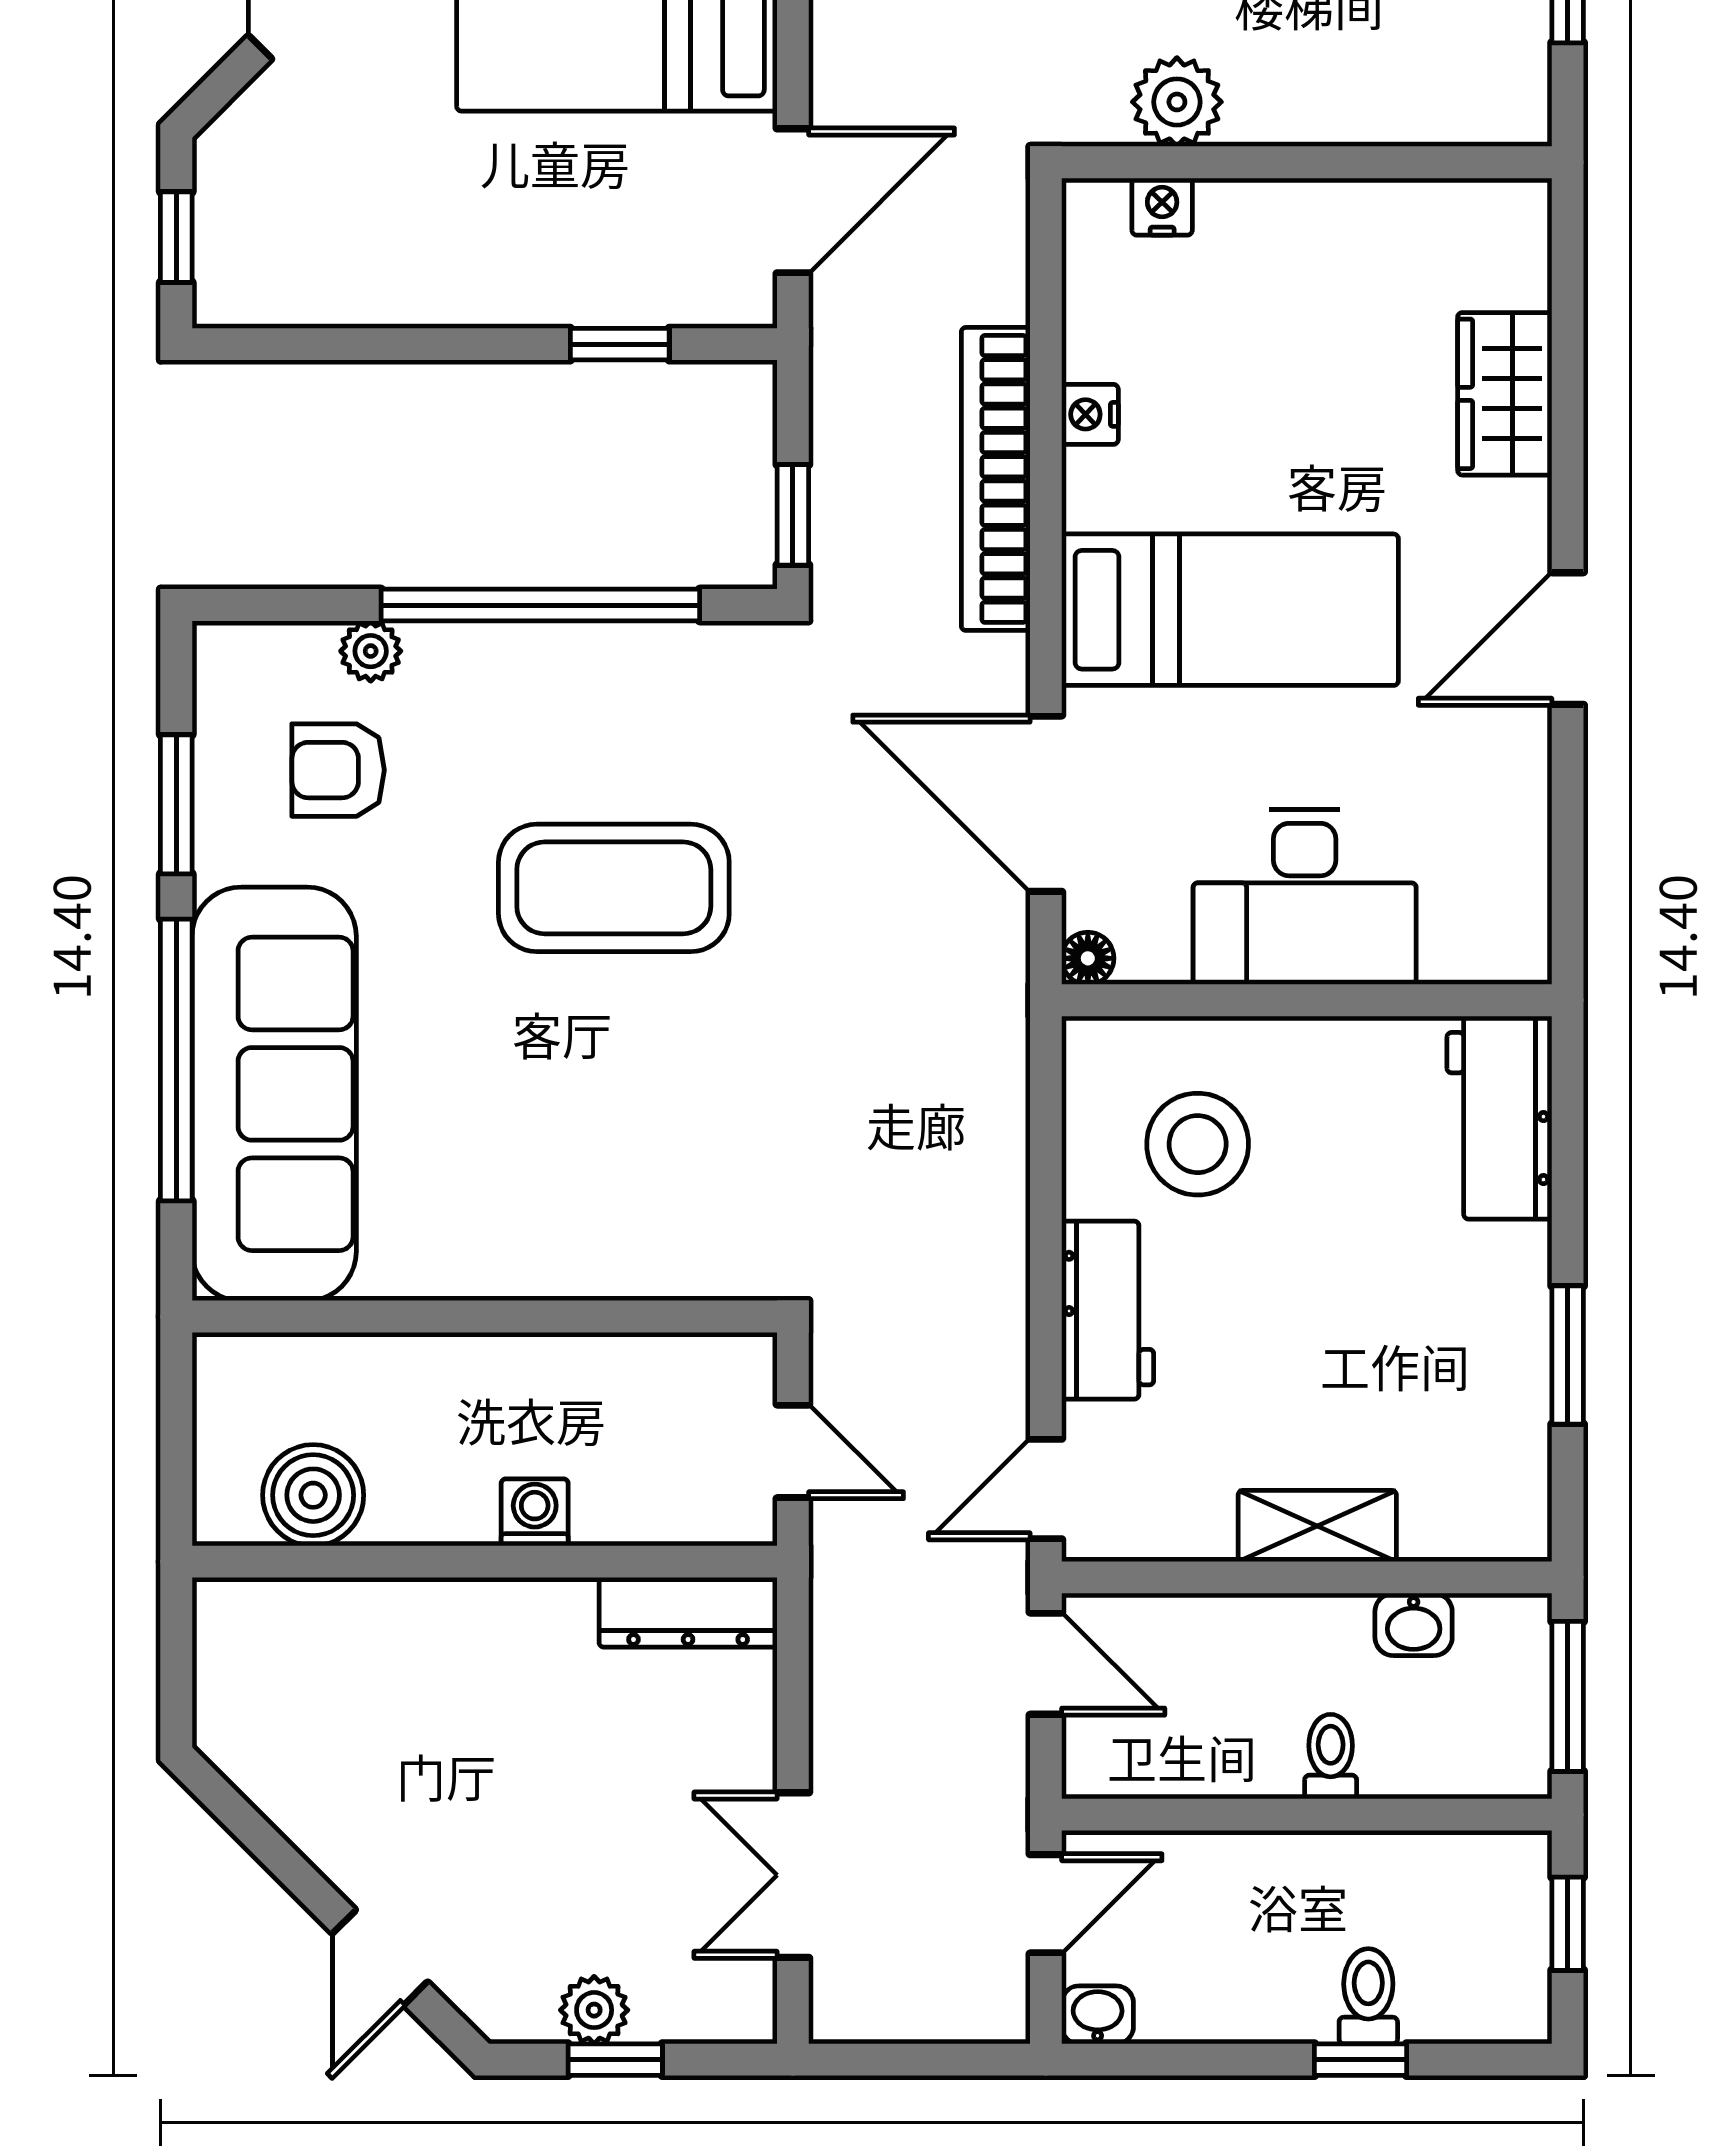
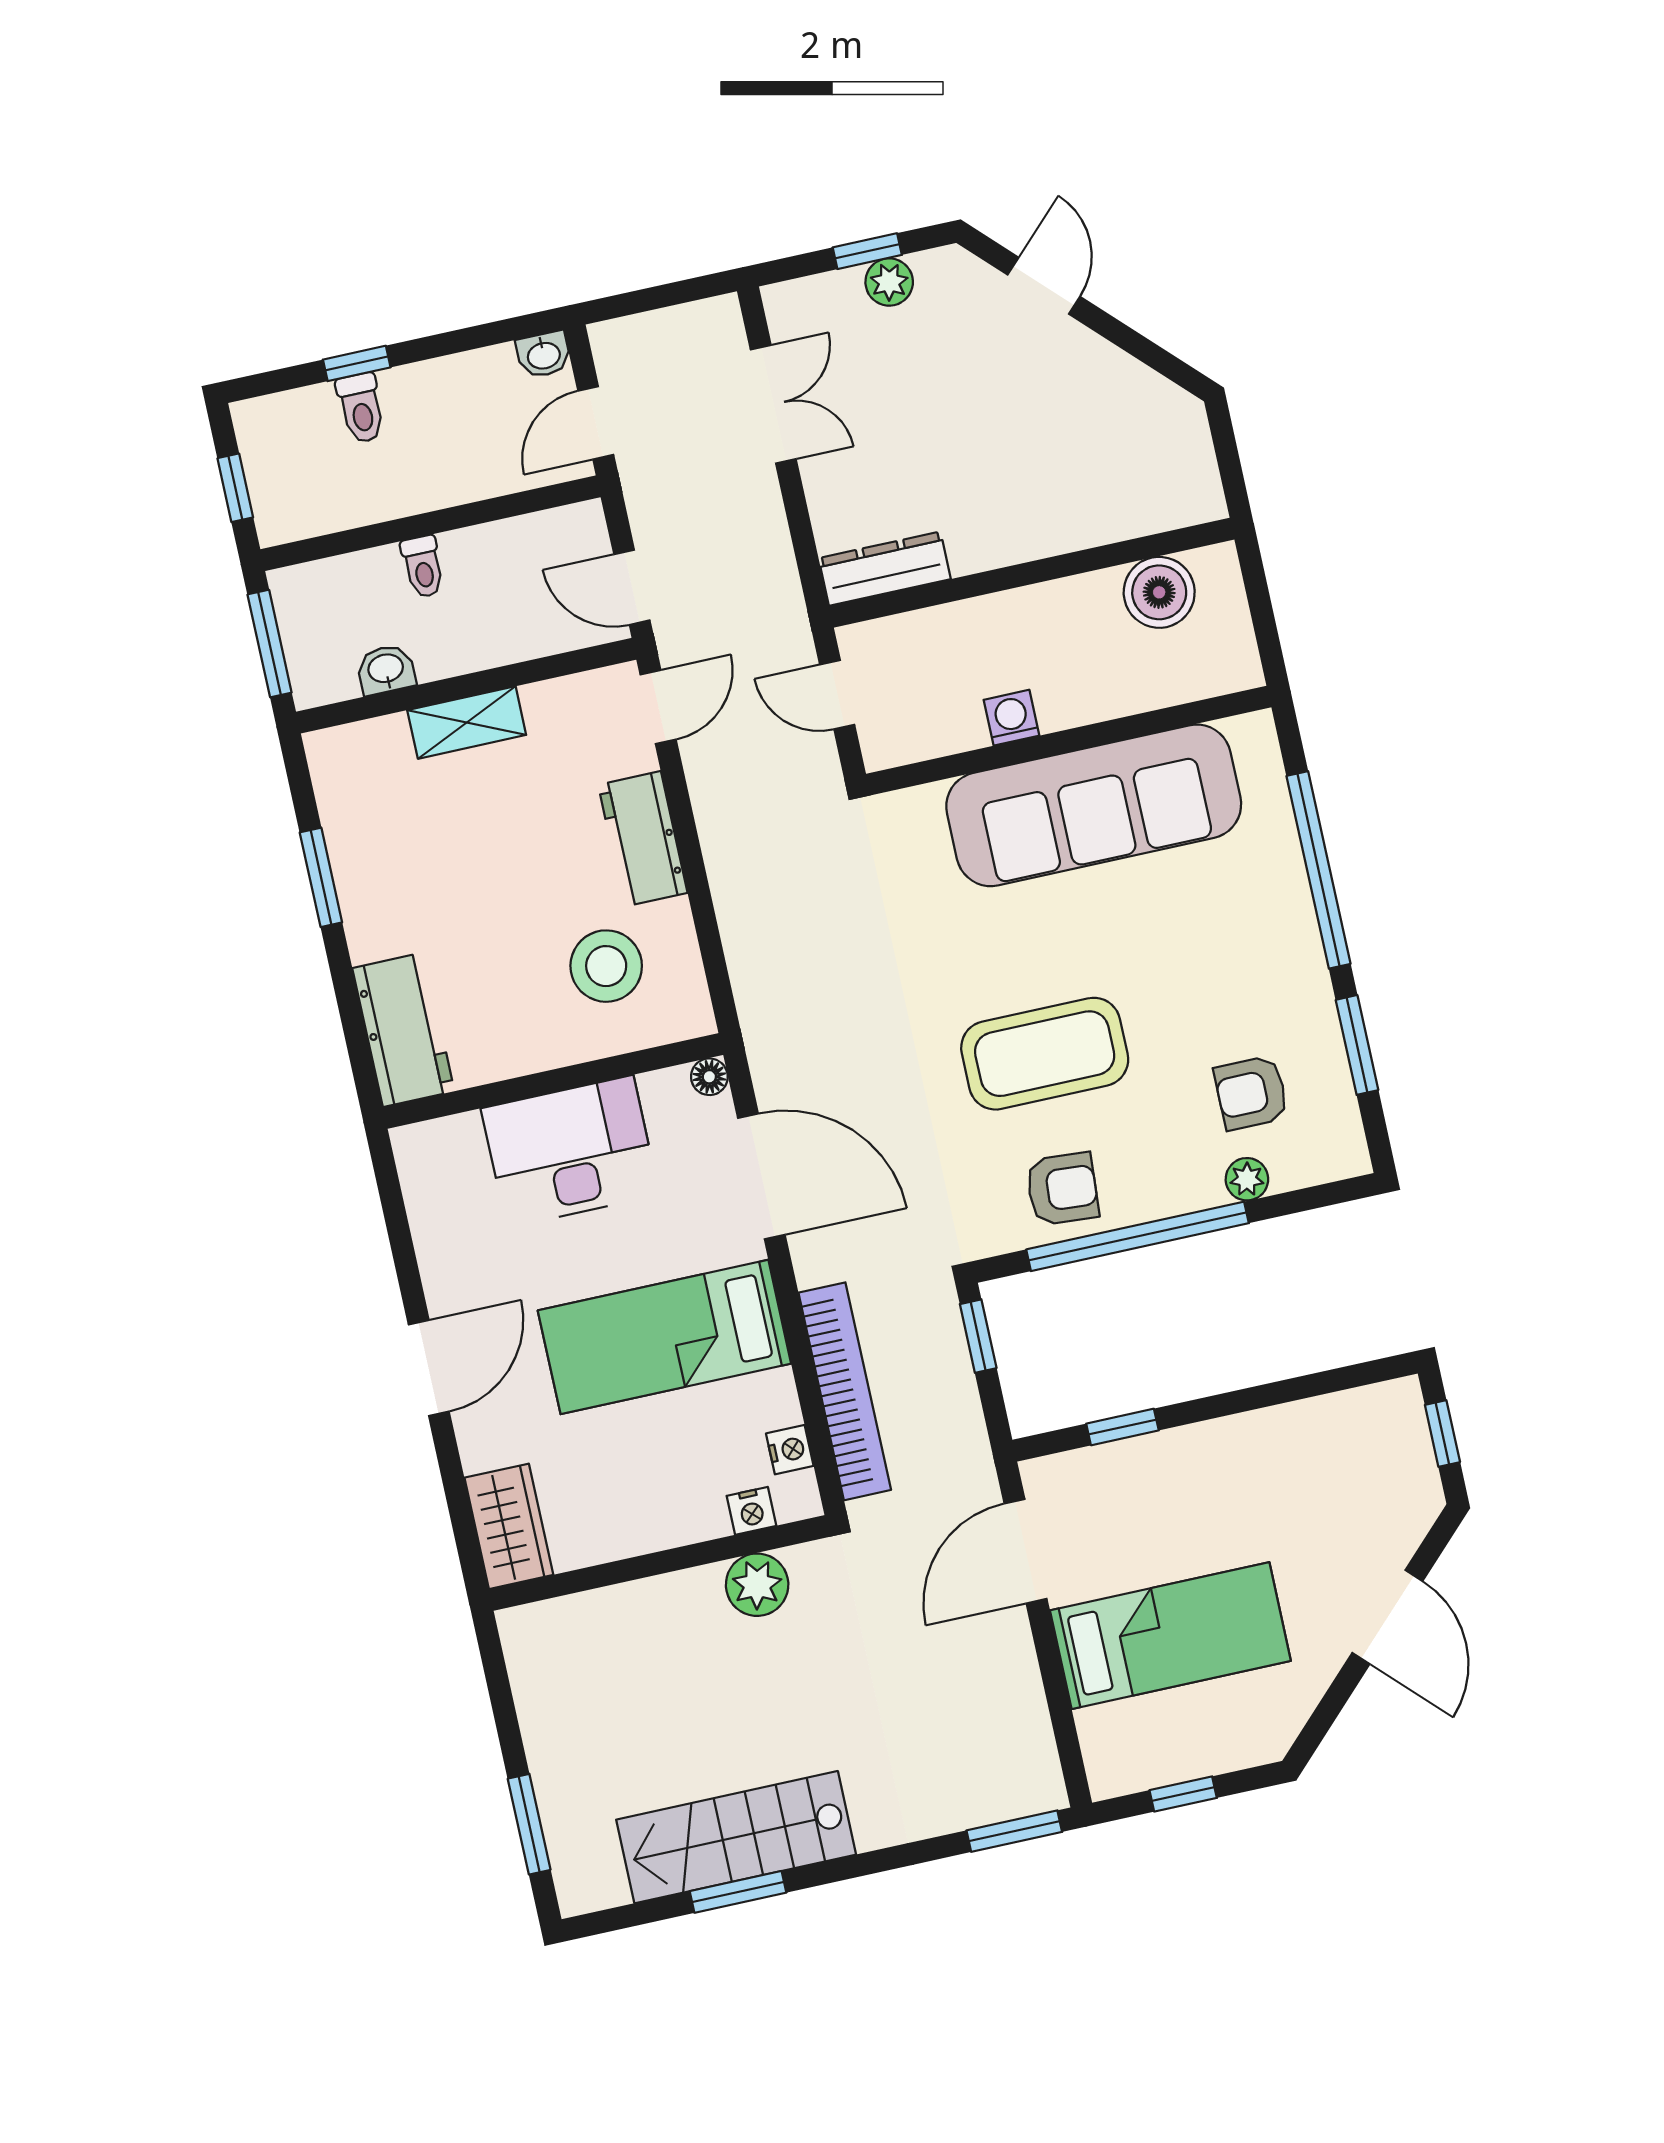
plant: (1177, 102) -> (757, 1585), moved
wall: (1307, 162) -> (659, 1563), moved
nightstand: (1162, 207) -> (751, 1511), moved
armchair: (631, 694) -> (1062, 1189), added
armchair: (338, 770) -> (1251, 1093), turned 180
sofa: (274, 1094) -> (1094, 805), moved, turned -90
washing machine: (535, 1512) -> (1012, 718), moved, turned 180

